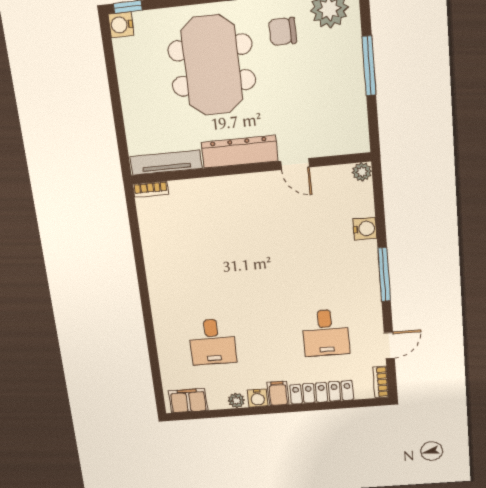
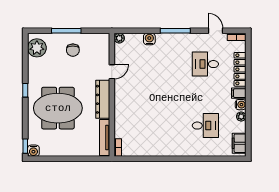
chair: (283, 31) -> (73, 50), moved
desk: (326, 333) -> (205, 64), turned 180

